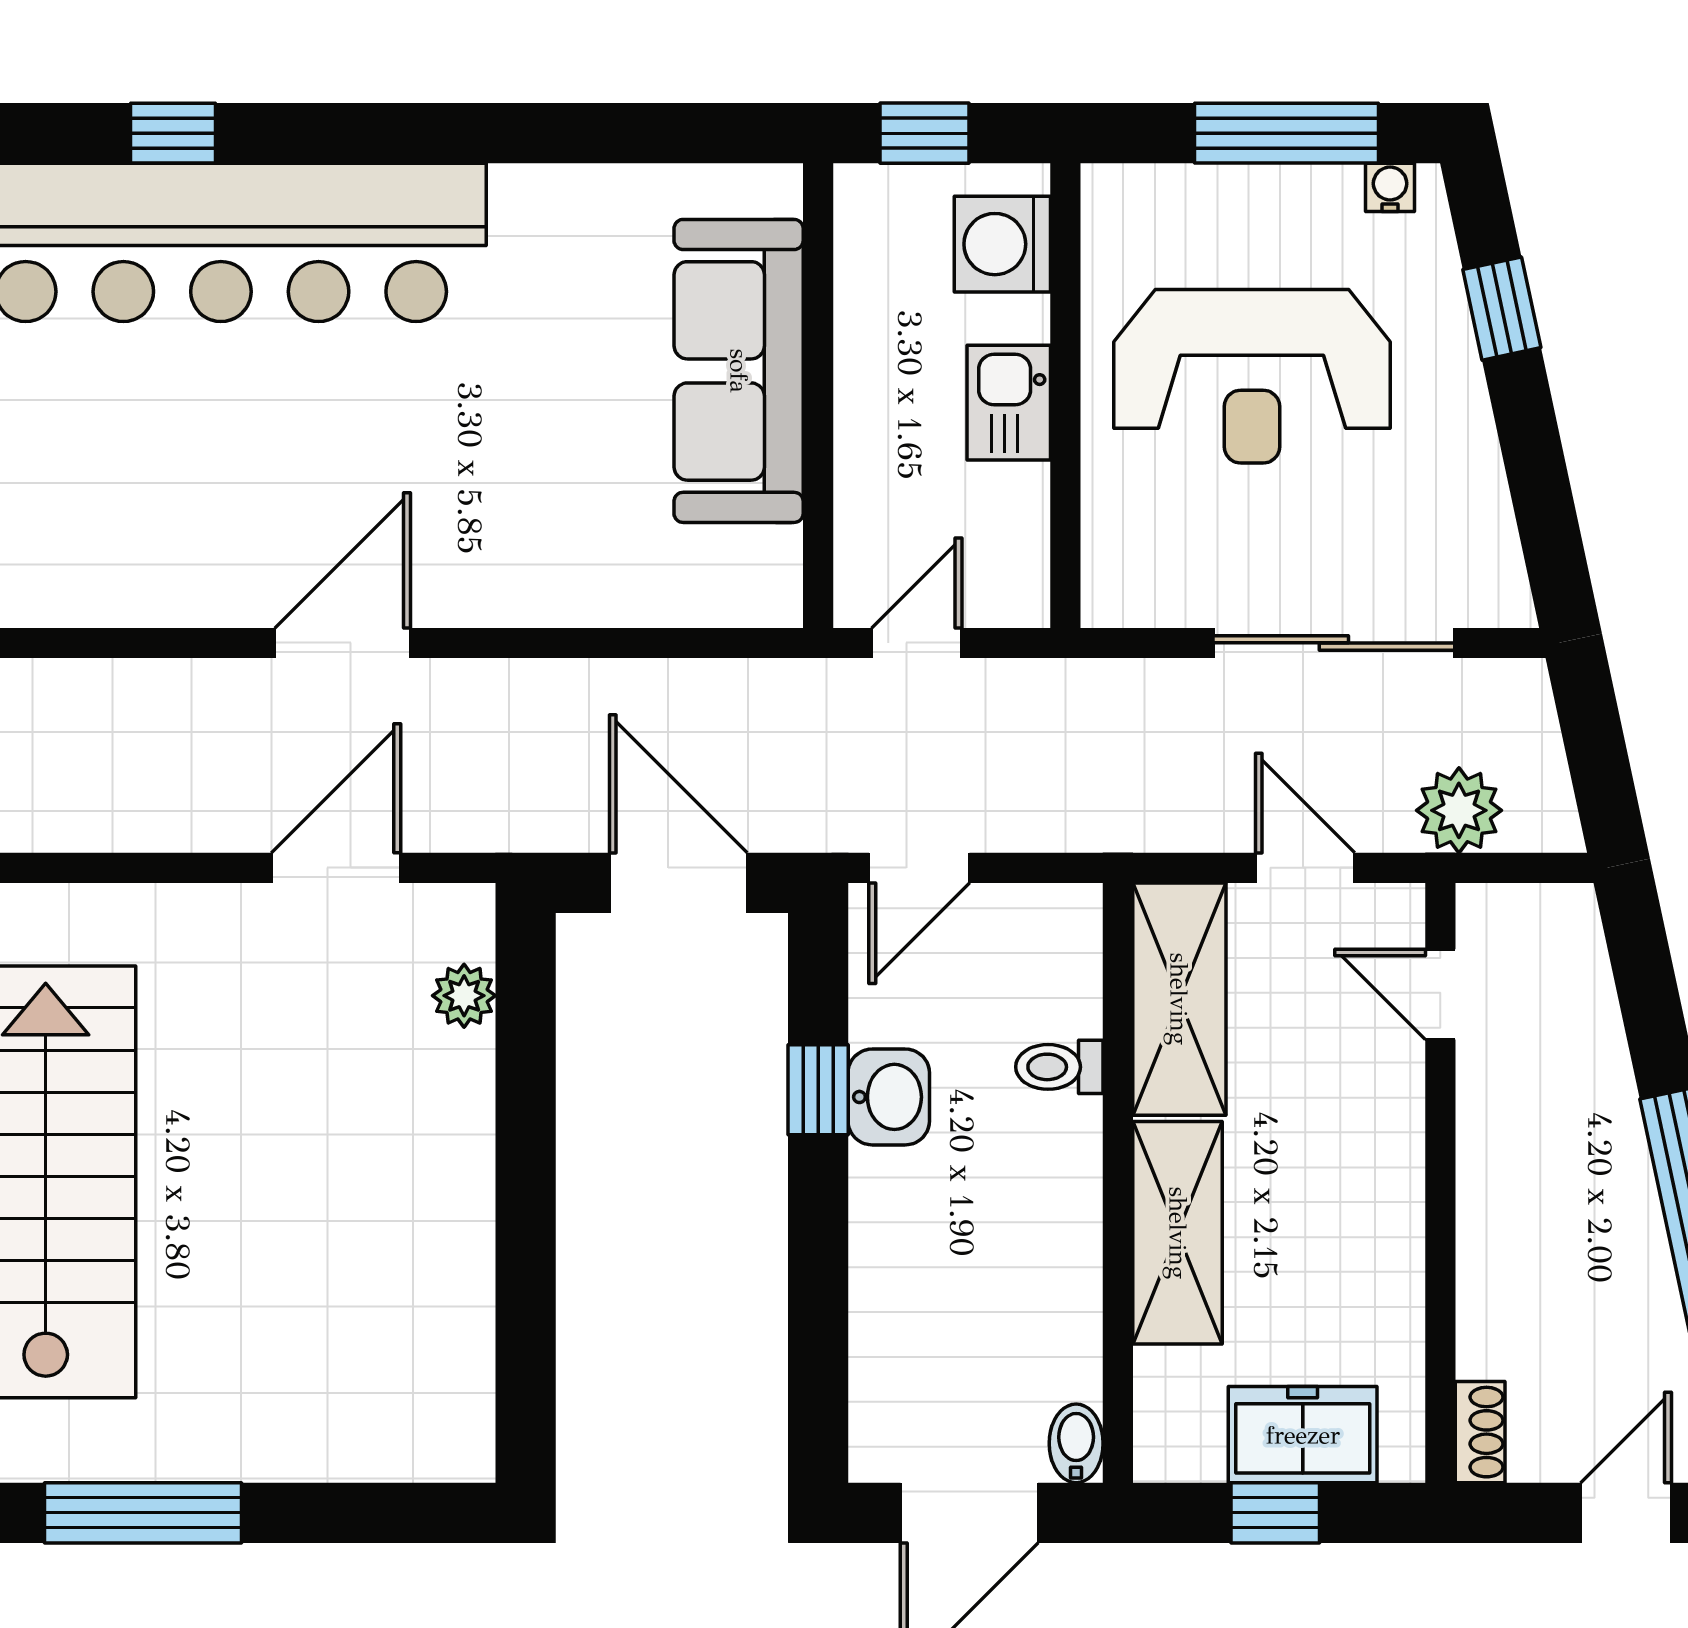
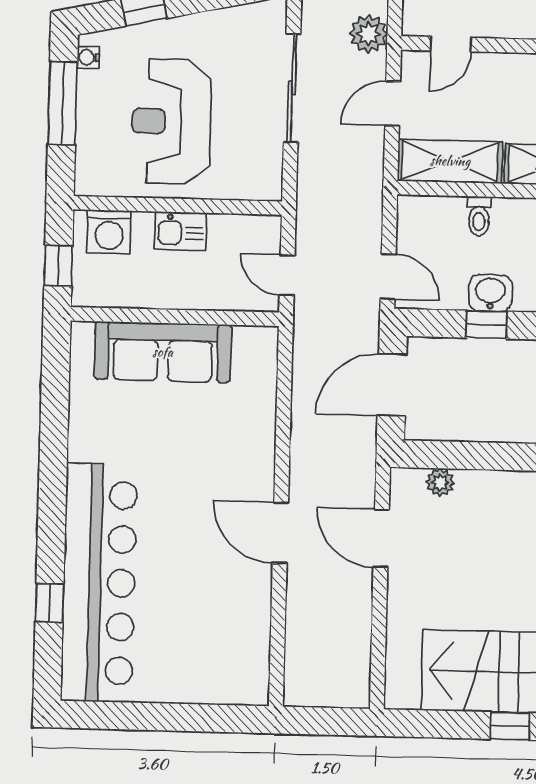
reception desk: (1252, 376) -> (171, 122), turned 180

